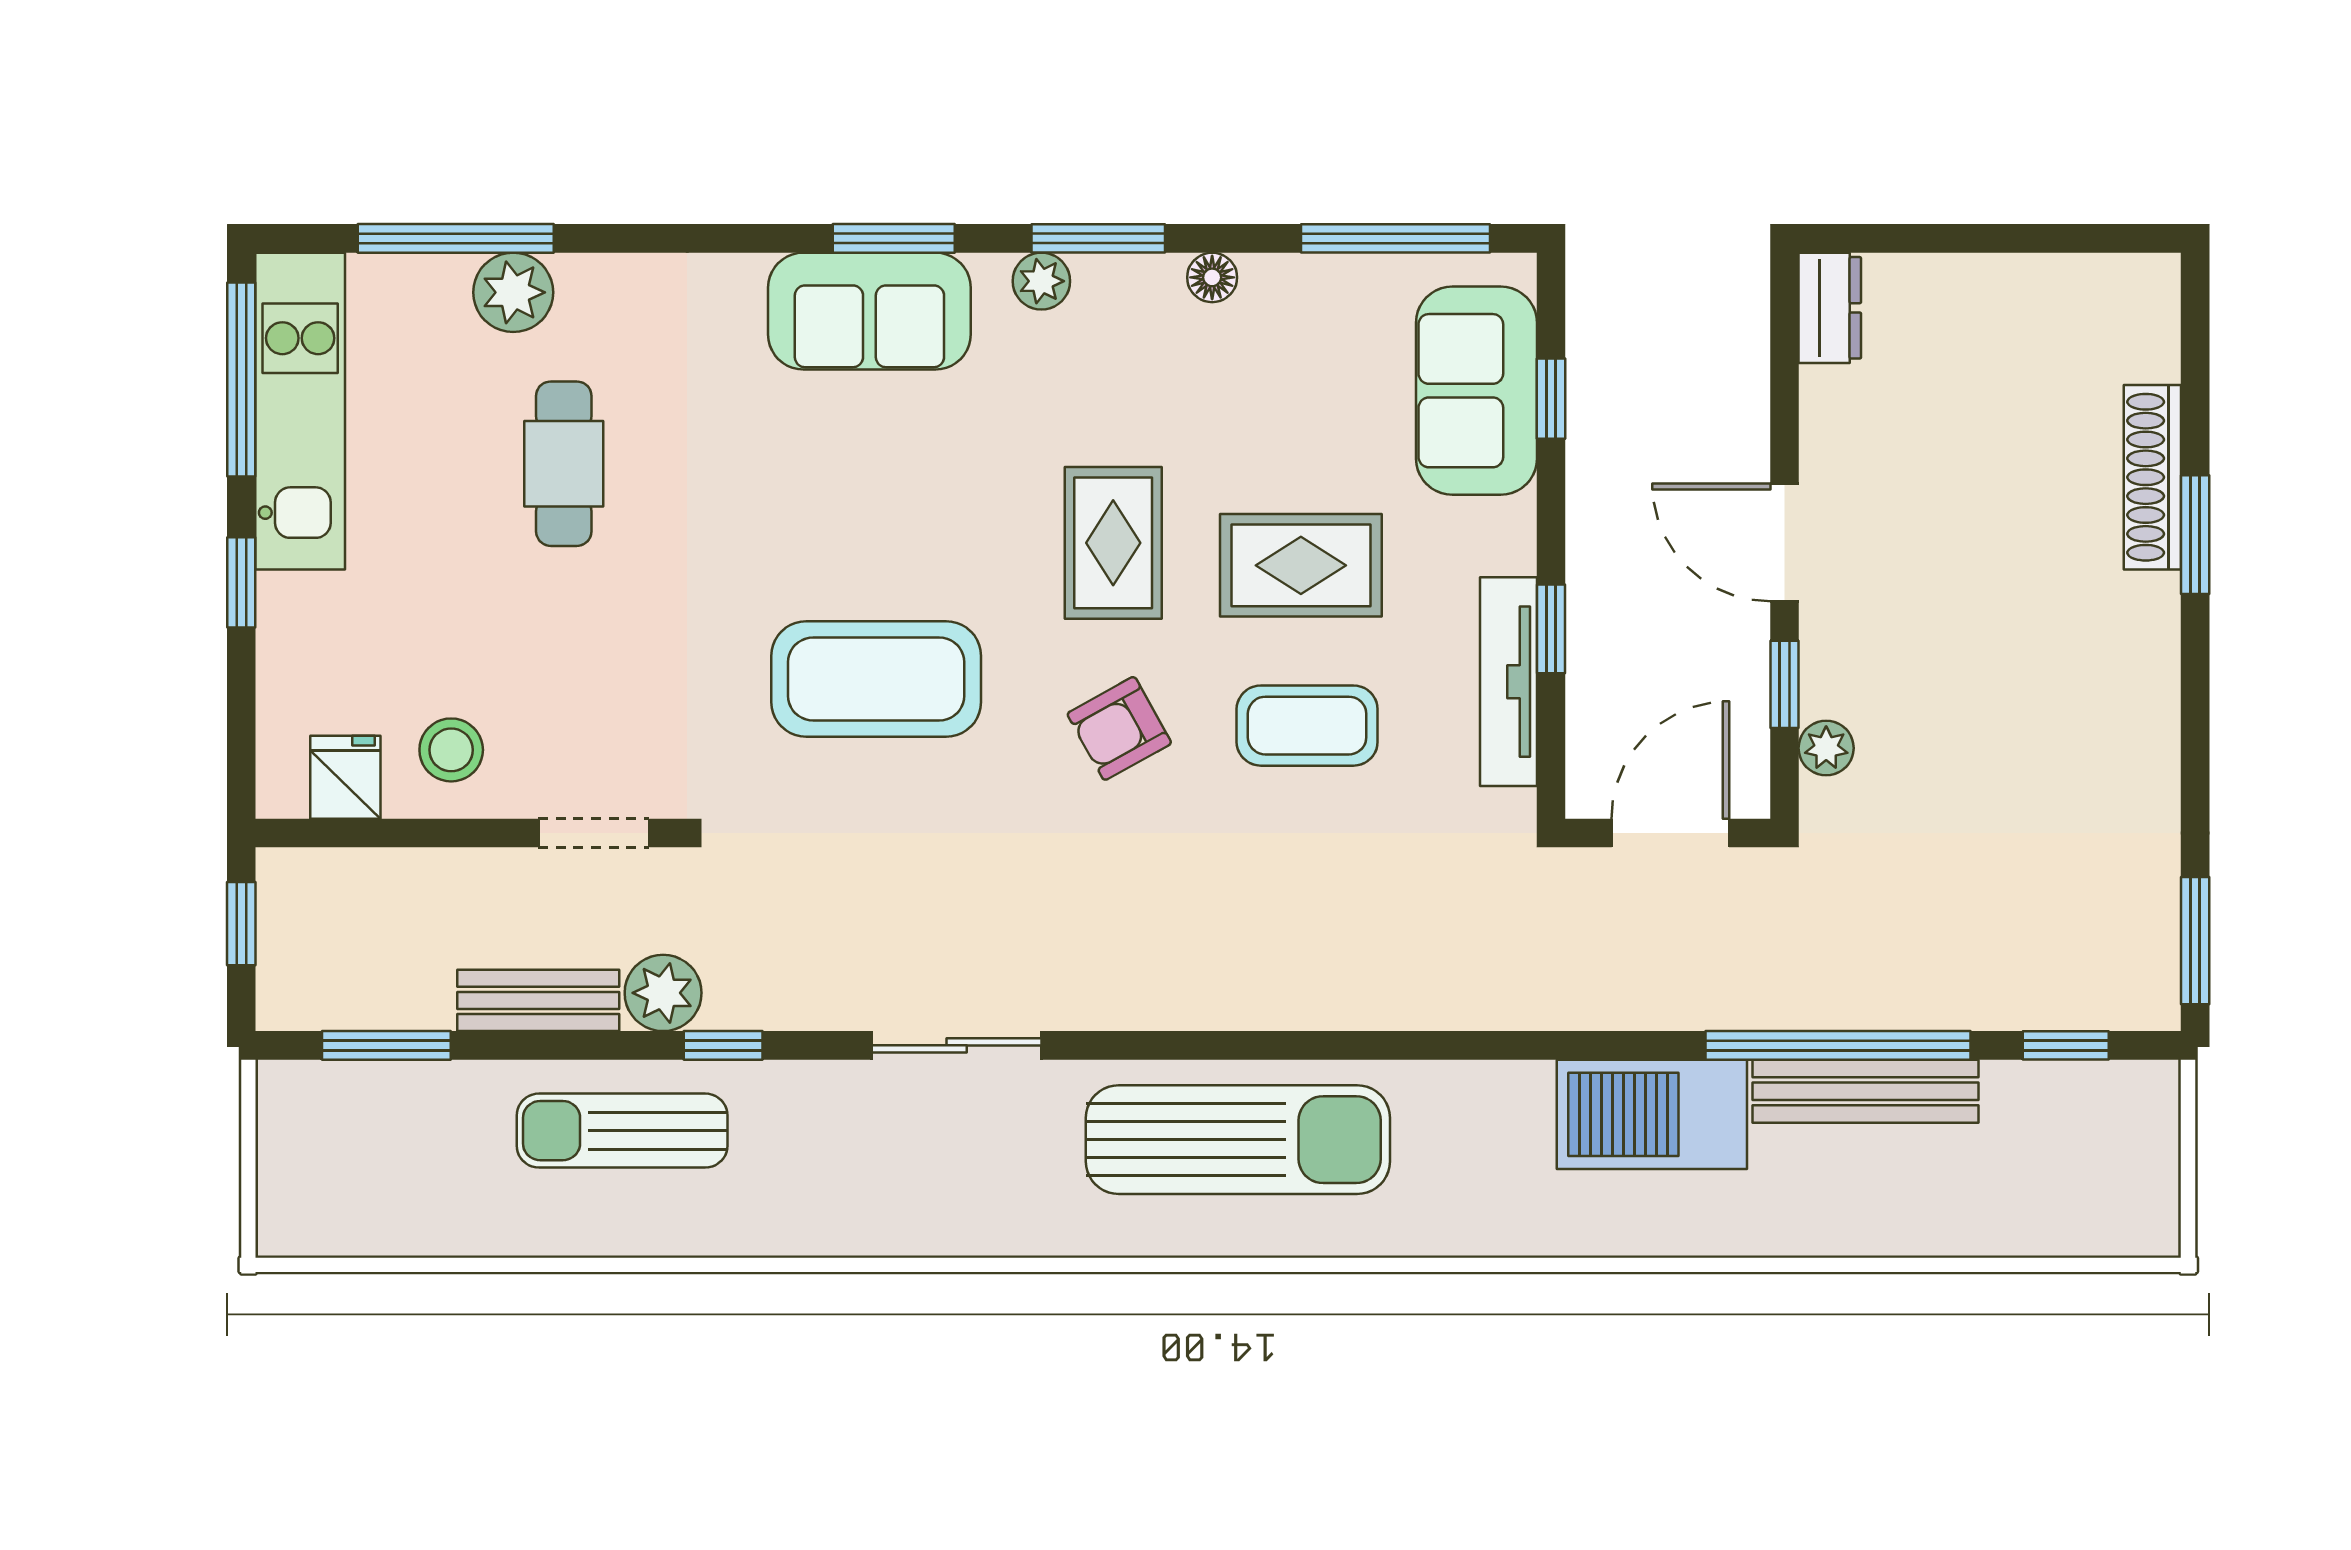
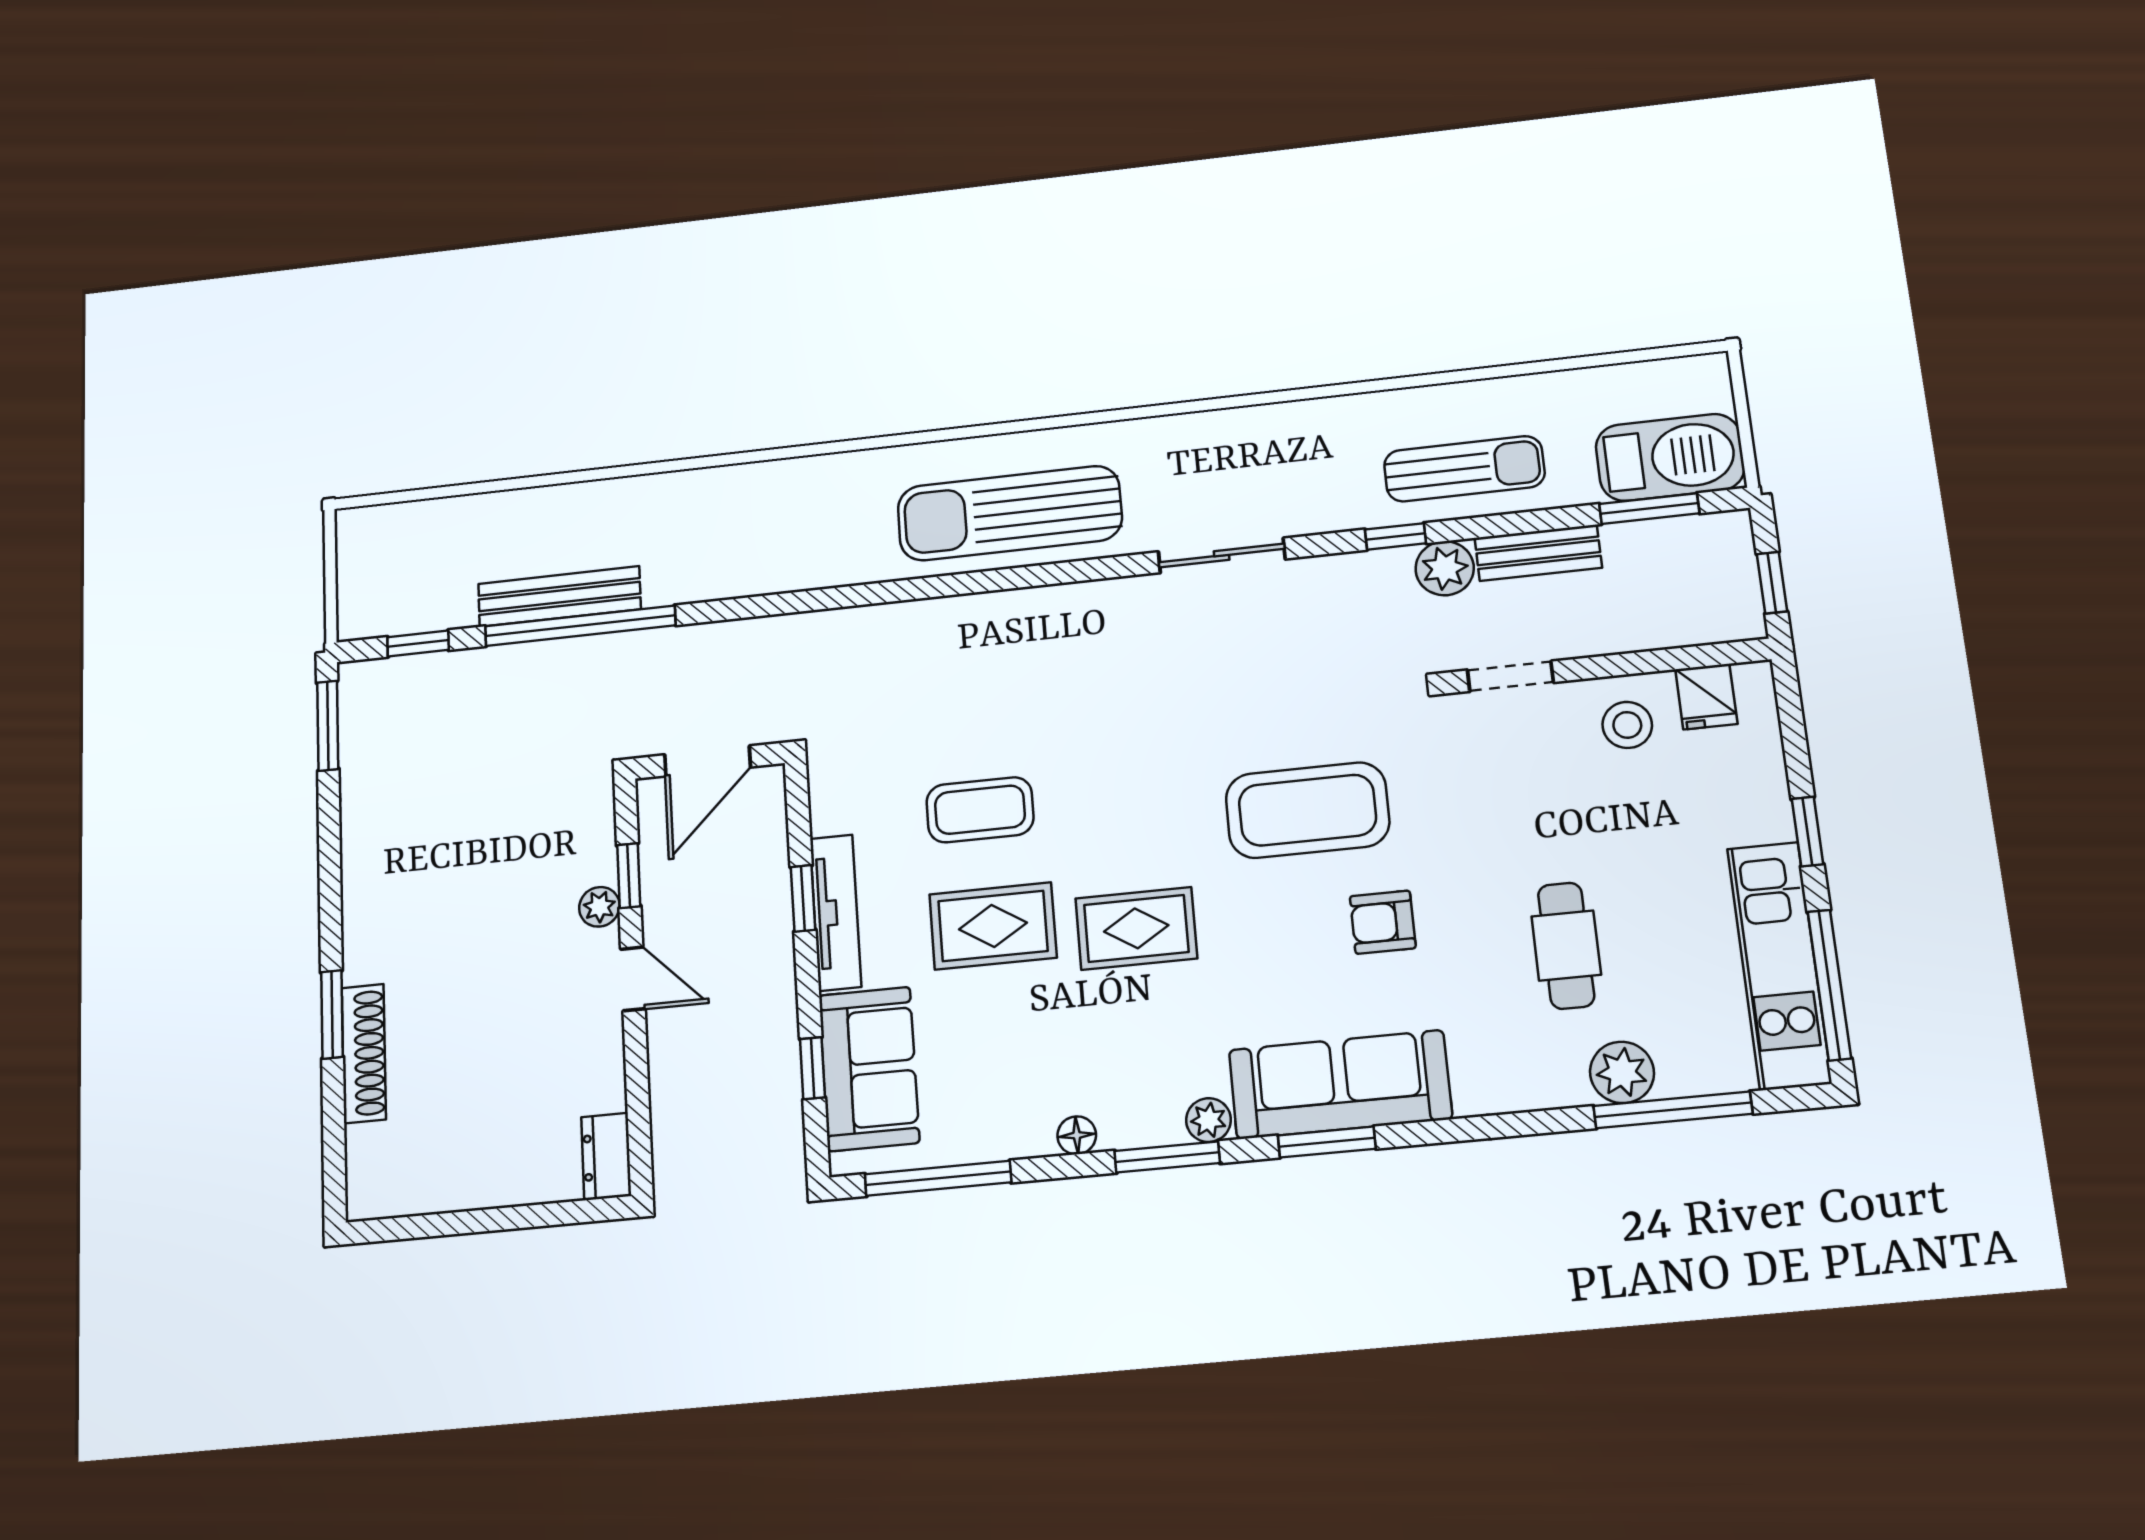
sofa: (869, 311) -> (1340, 1084), width x1.36
door: (1785, 542) -> (633, 979), width x0.73
rug: (1113, 543) -> (1136, 928), turned 90
tv unit: (1508, 682) -> (836, 912), moved
armchair: (1119, 728) -> (1383, 922), moved, turned -151
plant: (1826, 748) -> (599, 907), moved
barbecue: (1652, 1114) -> (1670, 457), moved

